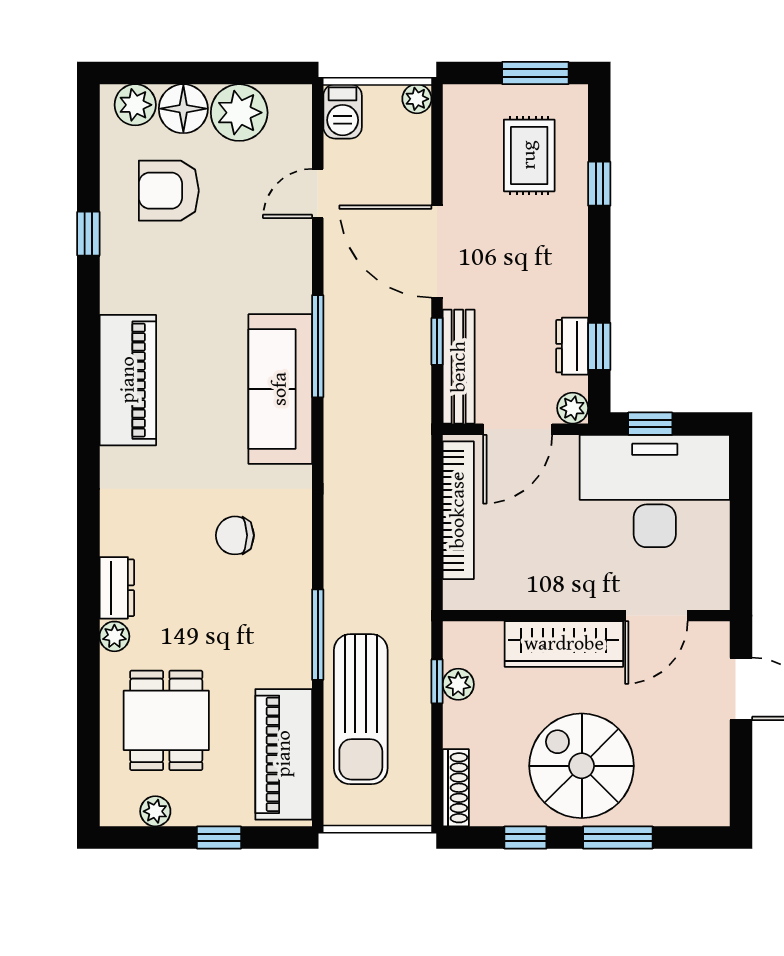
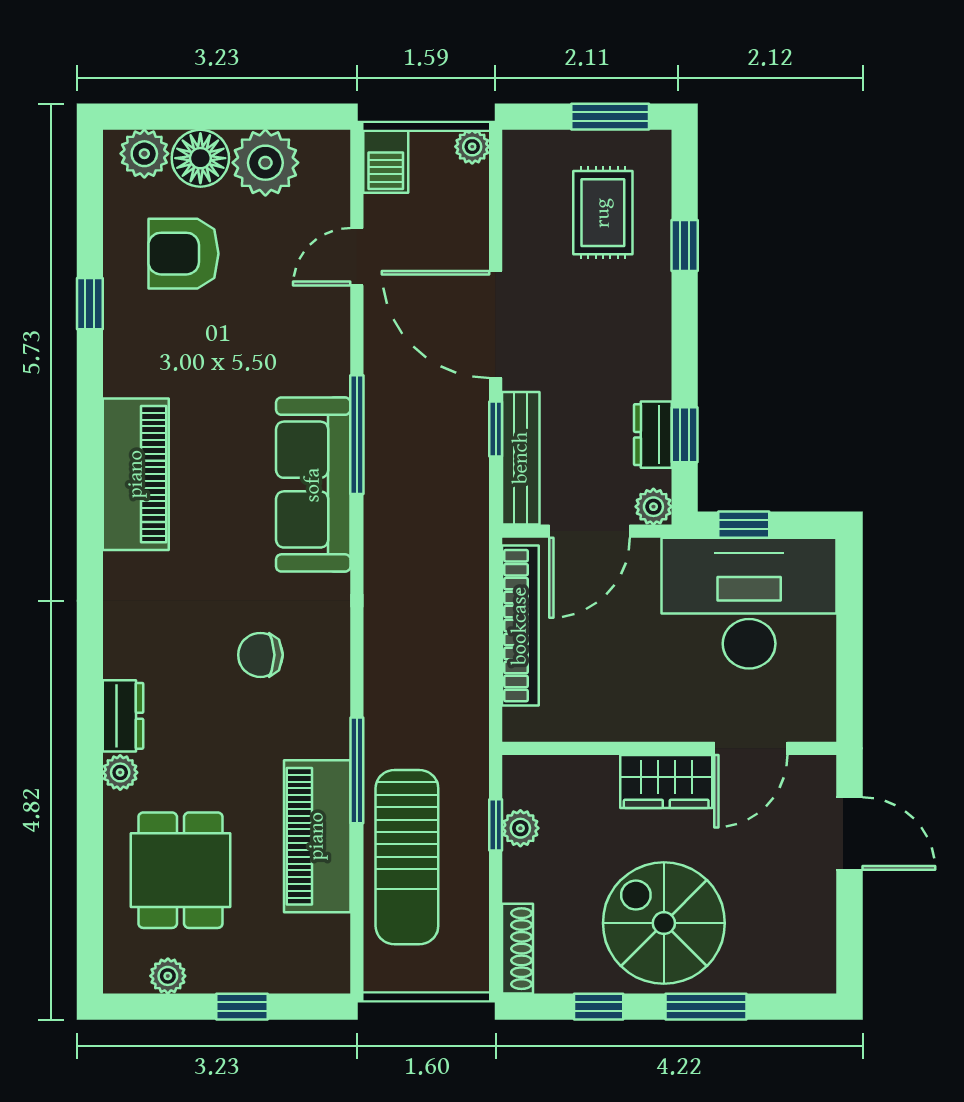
wardrobe: (564, 644) -> (666, 781), width x0.67
piano: (284, 754) -> (317, 836), moved

